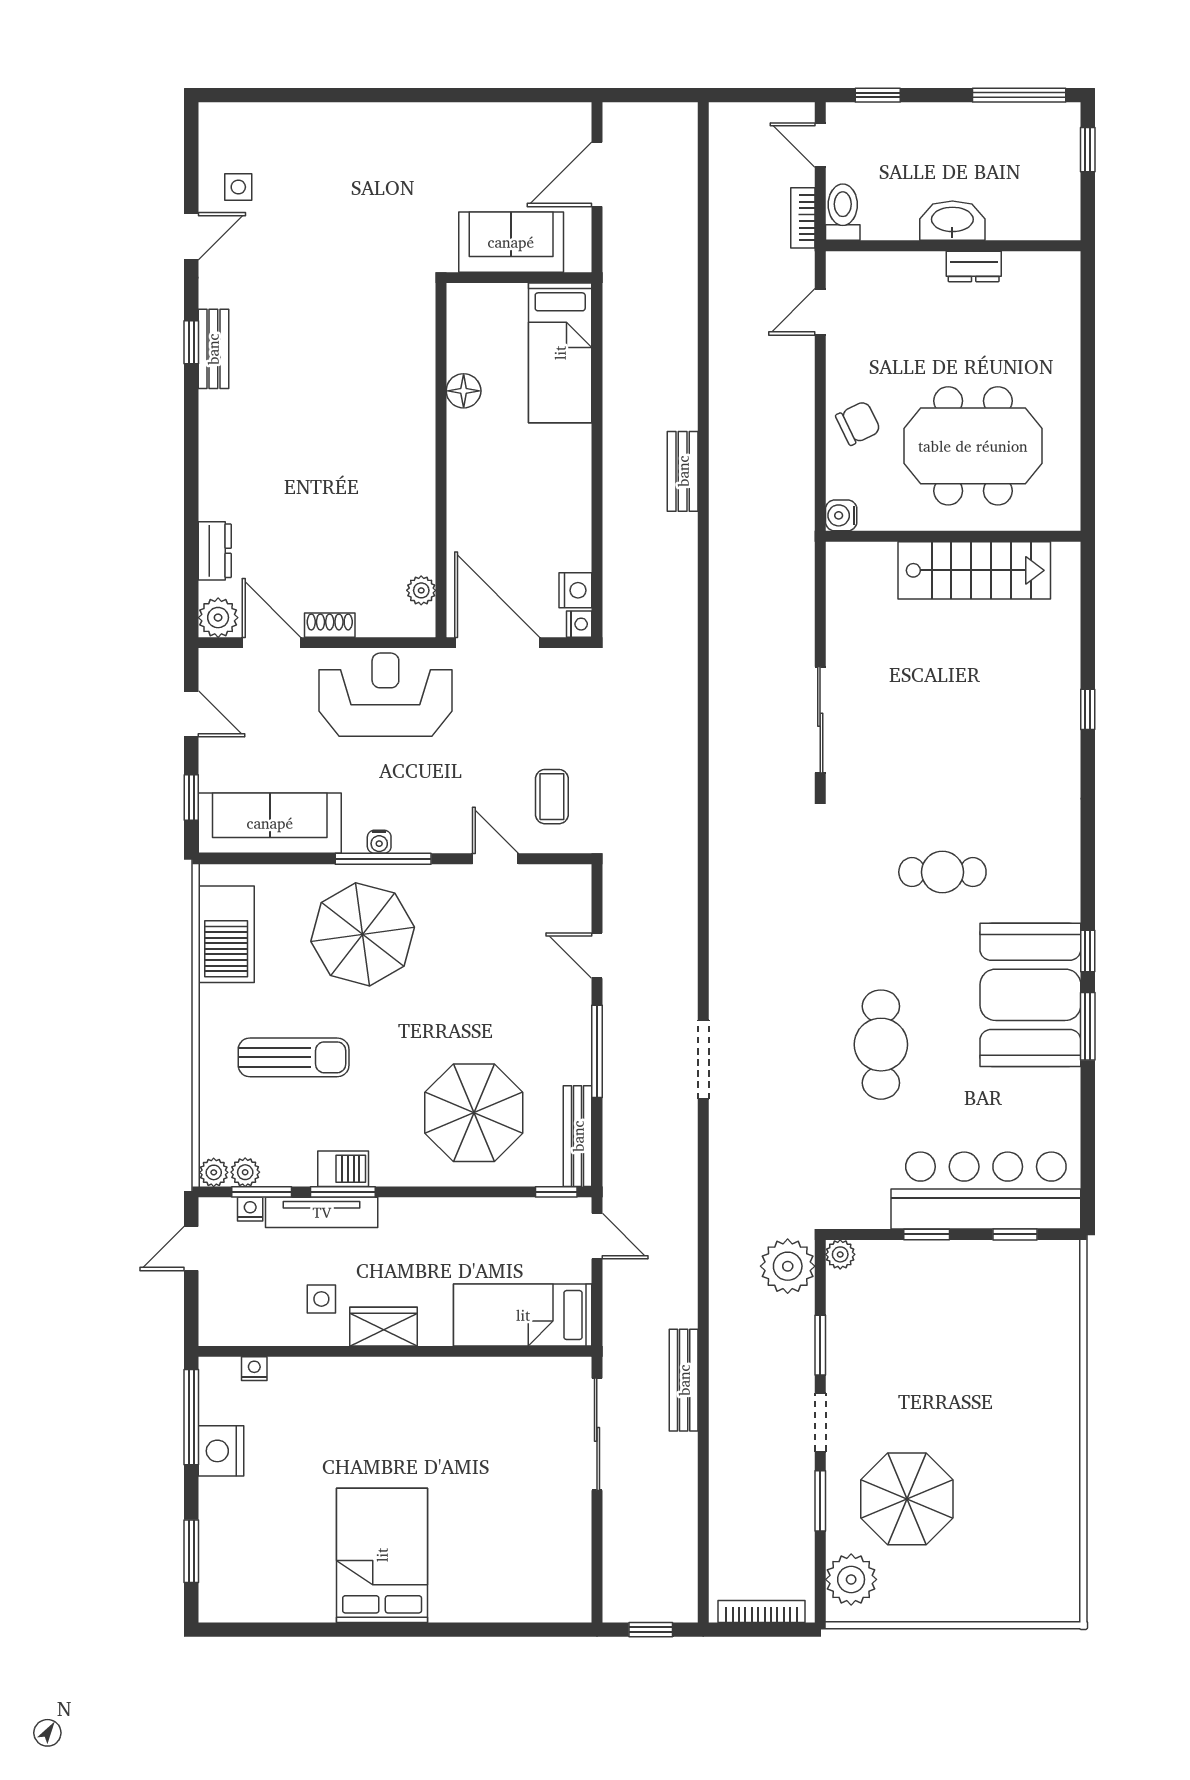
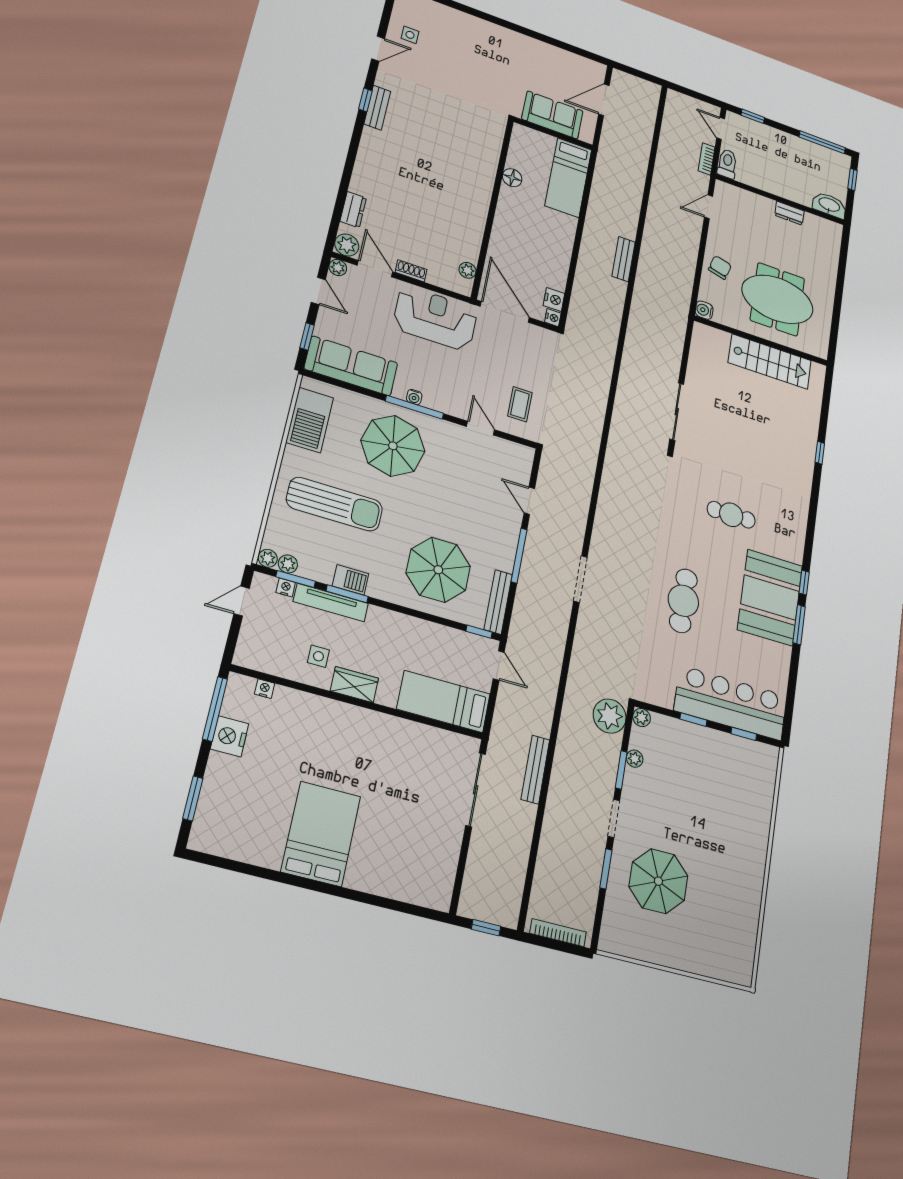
washbasin: (952, 221) -> (829, 205), moved
chair: (858, 423) -> (720, 267), turned -49
plant: (213, 662) -> (338, 268), added
sun lounger: (294, 1057) -> (335, 504), width x1.36, depth x1.34
plant: (851, 1579) -> (635, 759), moved, width x0.53, depth x0.53

